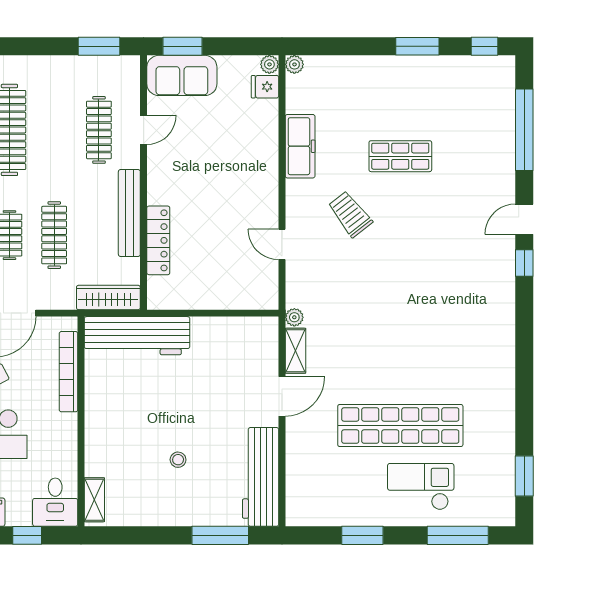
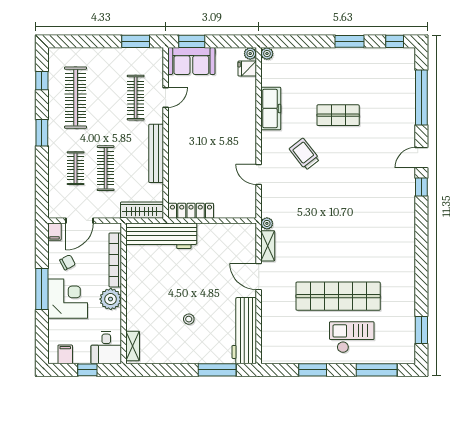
locker: (158, 240) -> (191, 211), moved, turned -90
door: (282, 396) -> (259, 277), swing flipped
plant: (62, 430) -> (111, 299), added

